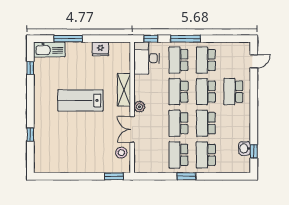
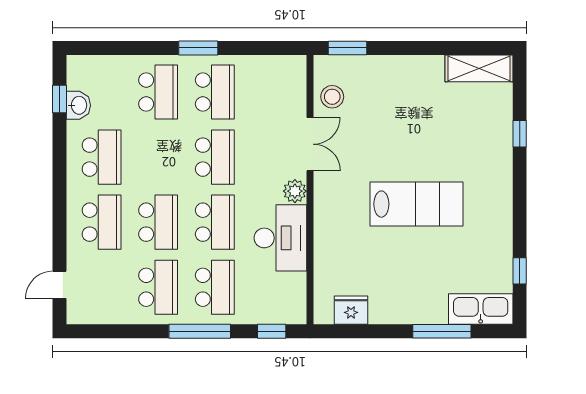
fridge: (100, 49) -> (351, 310), moved
desk: (146, 58) -> (280, 238), moved
shelving: (124, 90) -> (479, 68), moved, turned 90
school desk: (206, 123) -> (102, 157), moved

